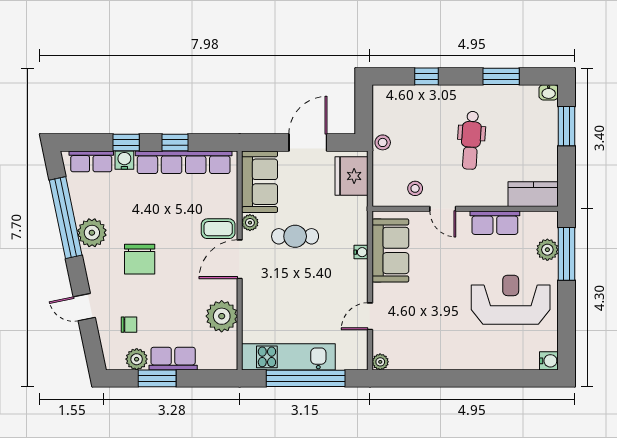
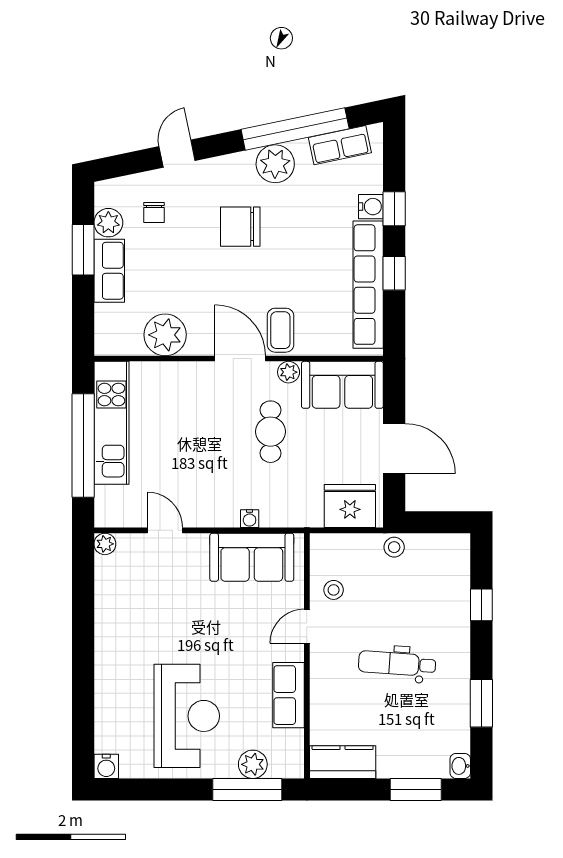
row of seats: (91, 161) -> (340, 145), moved, turned -102
kitchen counter: (533, 194) -> (343, 762), moved, turned -90

